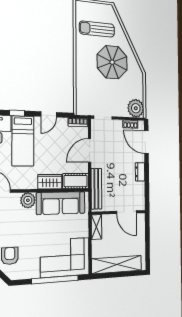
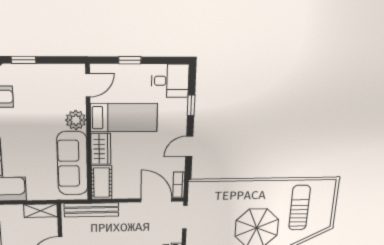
door: (49, 114) -> (189, 146), hinge flipped
bed: (23, 141) -> (124, 118), moved, turned 180
door: (90, 150) -> (156, 200), moved

